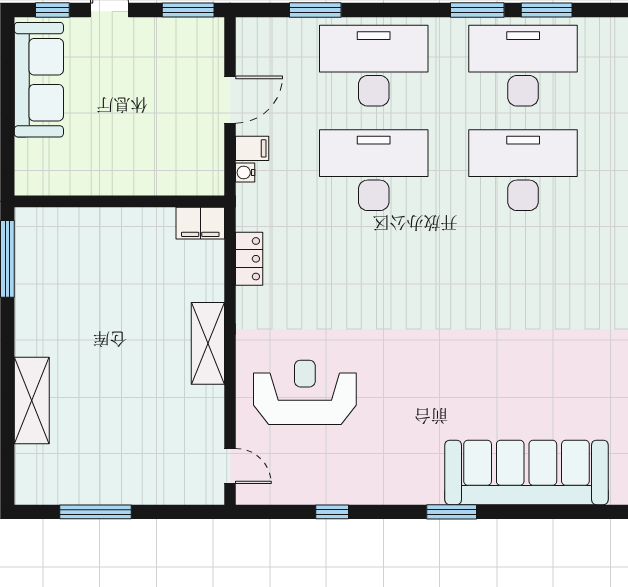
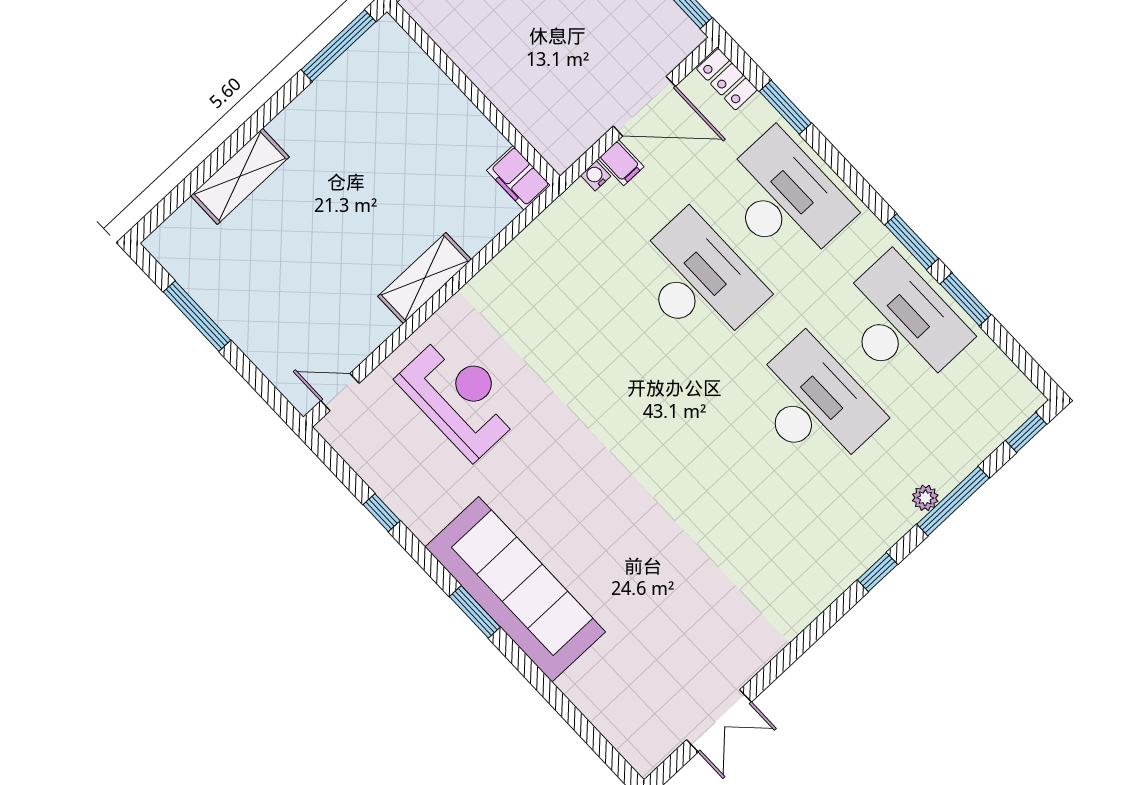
door: (230, 100) -> (644, 106), width x1.36
locker: (249, 259) -> (727, 79), moved, turned 90
door: (230, 466) -> (340, 392), swing flipped
sofa: (527, 472) -> (515, 589), moved

